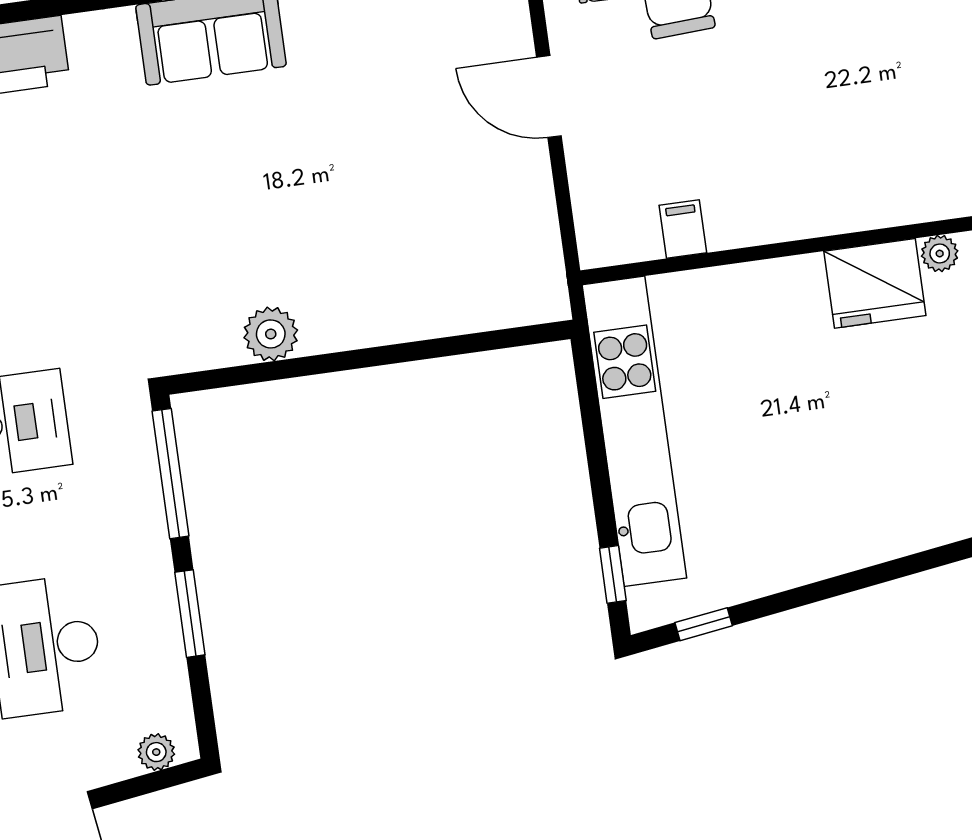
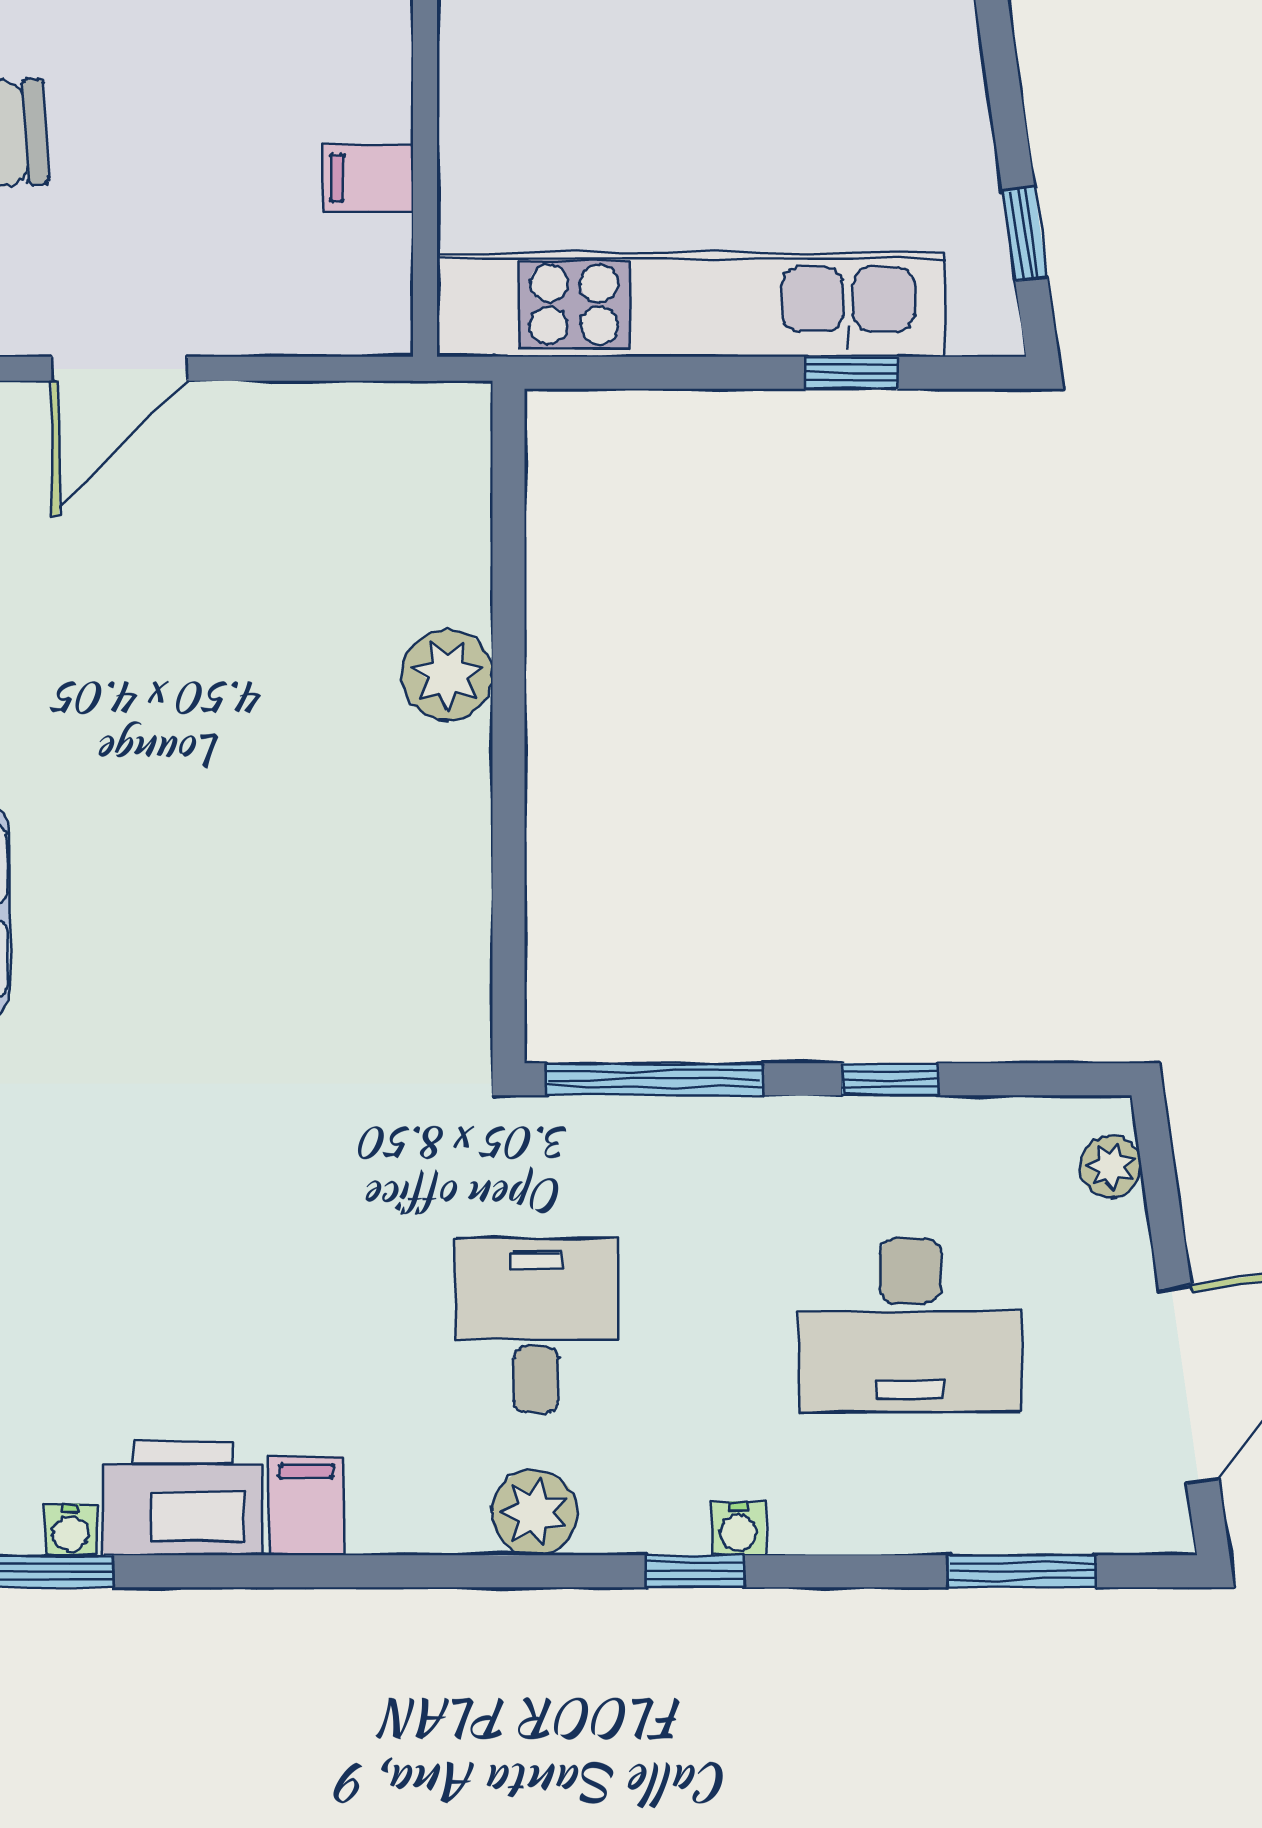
plant: (271, 334) -> (447, 675), moved
window: (613, 574) -> (852, 373), moved
window: (190, 614) -> (890, 1079), width x0.67

